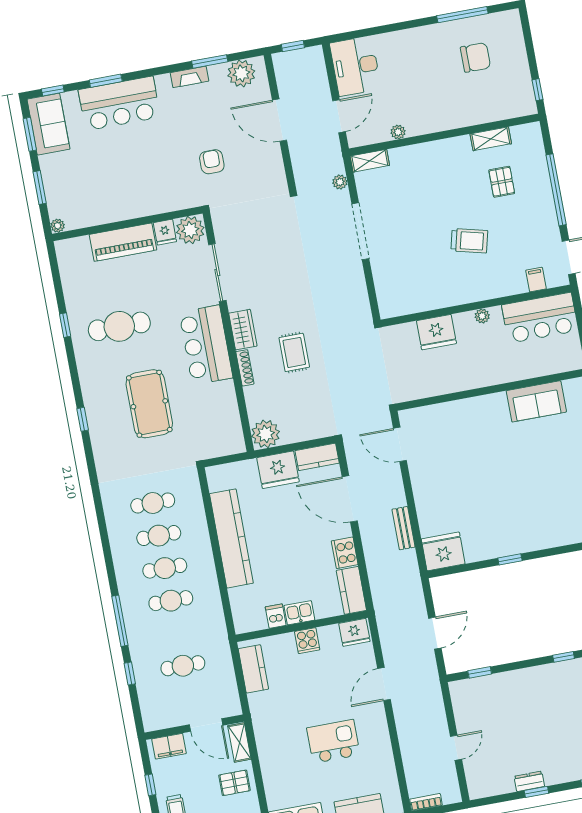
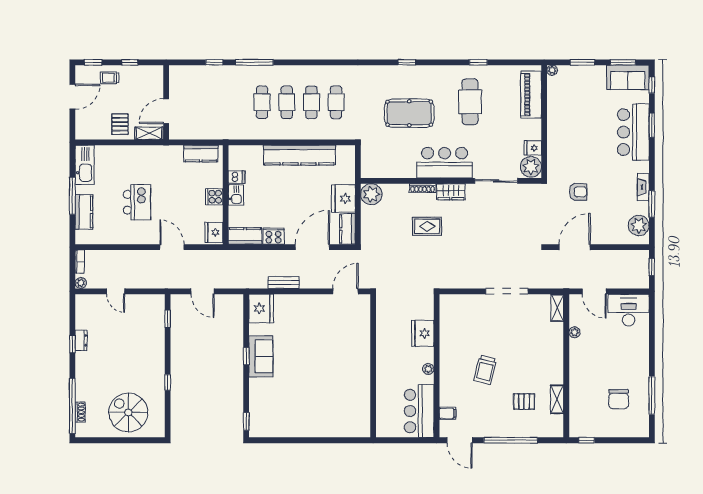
door: (279, 120) -> (575, 247), moved
plant: (340, 182) -> (81, 283), moved
piano: (123, 242) -> (531, 95), moved
sofa: (536, 401) -> (261, 356), moved, turned 180
cafe table: (183, 666) -> (213, 102), removed
filing cabinet: (169, 746) -> (156, 81), removed

